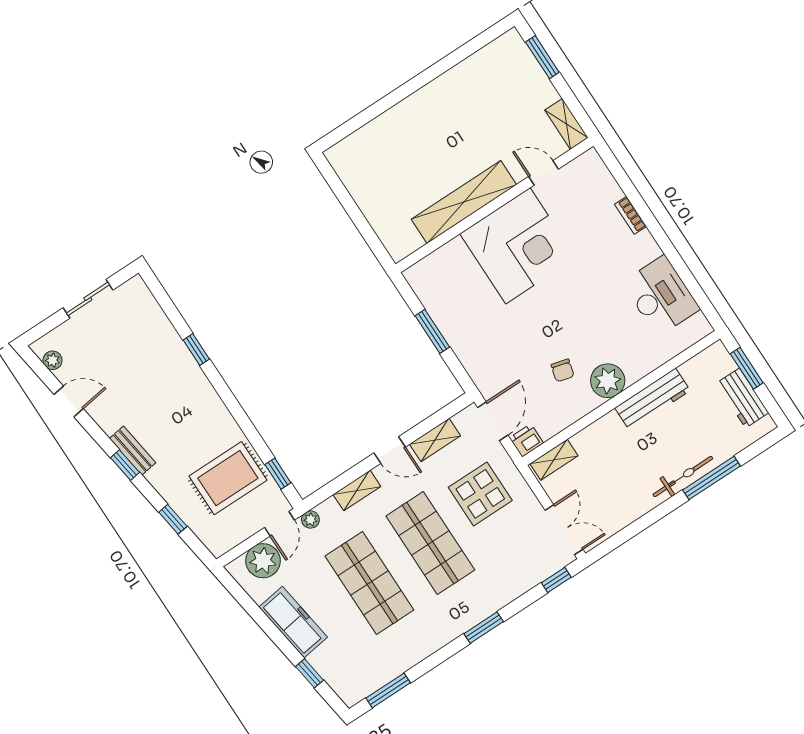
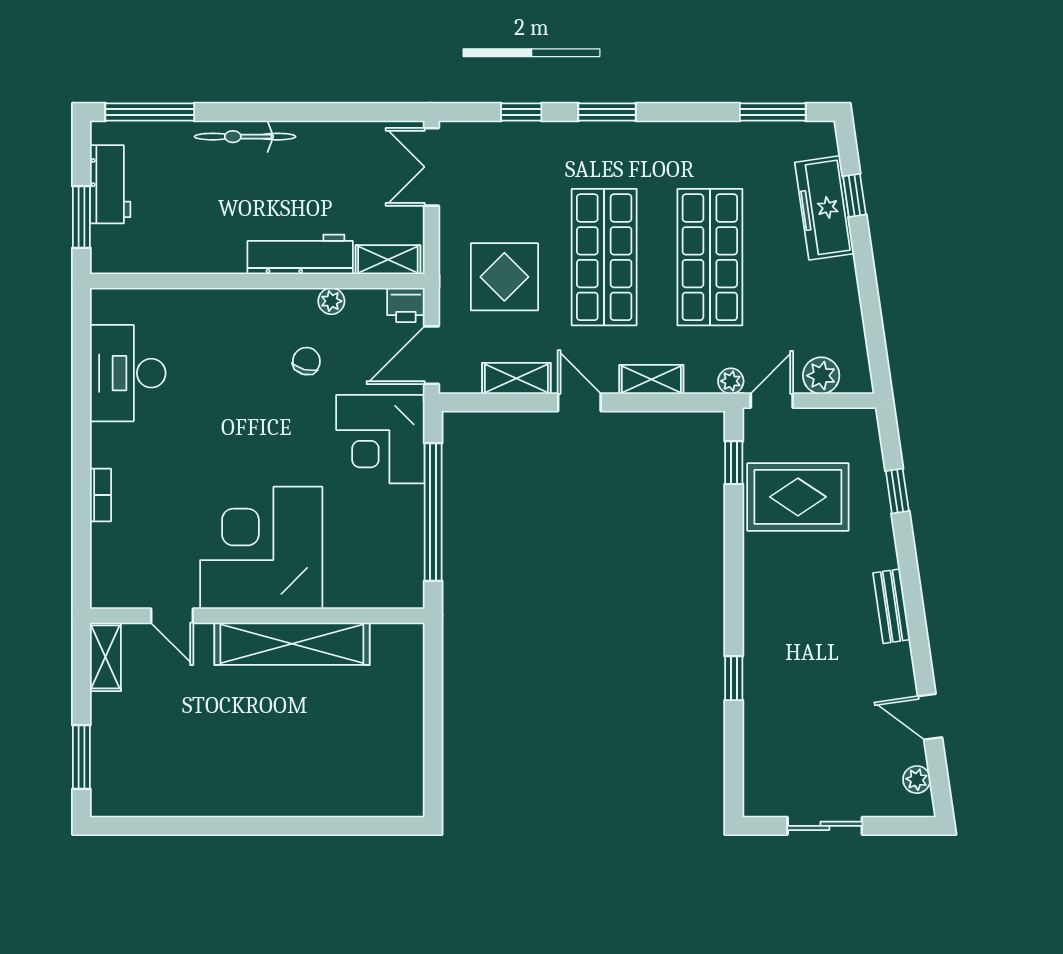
window: (432, 331) -> (433, 512), width x2.11
corner desk: (490, 354) -> (380, 439), added
plant: (608, 381) -> (331, 301), moved, width x0.53, depth x0.53
workbench: (653, 399) -> (300, 254), moved
window: (125, 465) -> (912, 595), removed
window: (712, 478) -> (150, 112), moved
plant: (263, 561) -> (821, 376), width x0.73, depth x0.73
window: (556, 580) -> (521, 112), moved
freezer: (293, 622) -> (825, 208), moved

